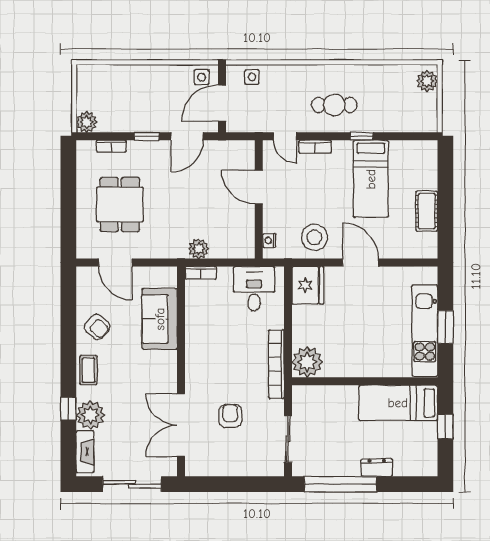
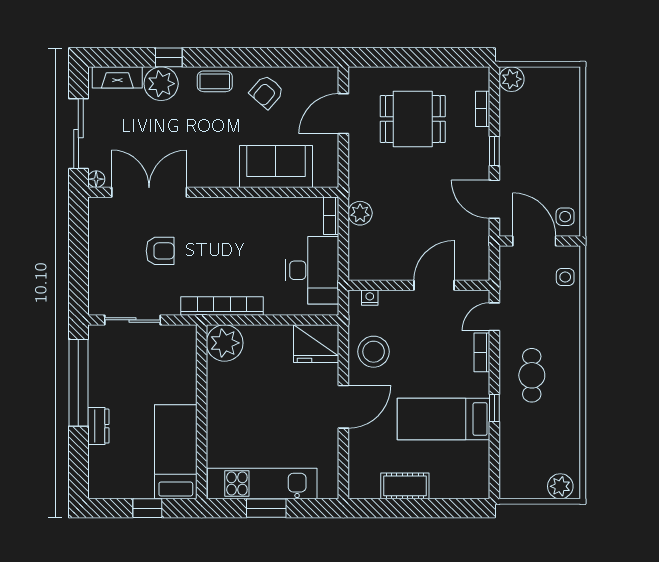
desk: (254, 289) -> (312, 270), width x1.37
floor lamp: (170, 469) -> (96, 179), added

